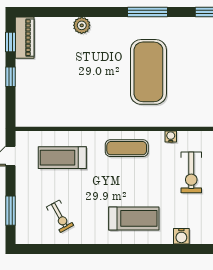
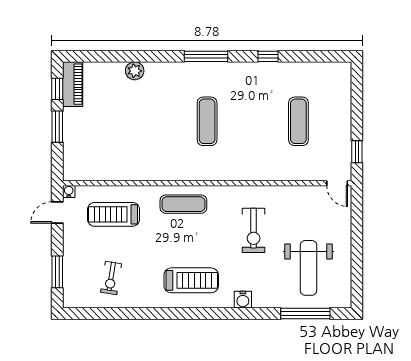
exercise mat: (148, 72) -> (207, 121), width x0.50, depth x0.69
window: (10, 77) -> (57, 127), width x1.50
water cooler: (171, 136) -> (69, 191), moved
exercise bike: (60, 216) -> (111, 278), turned 38

